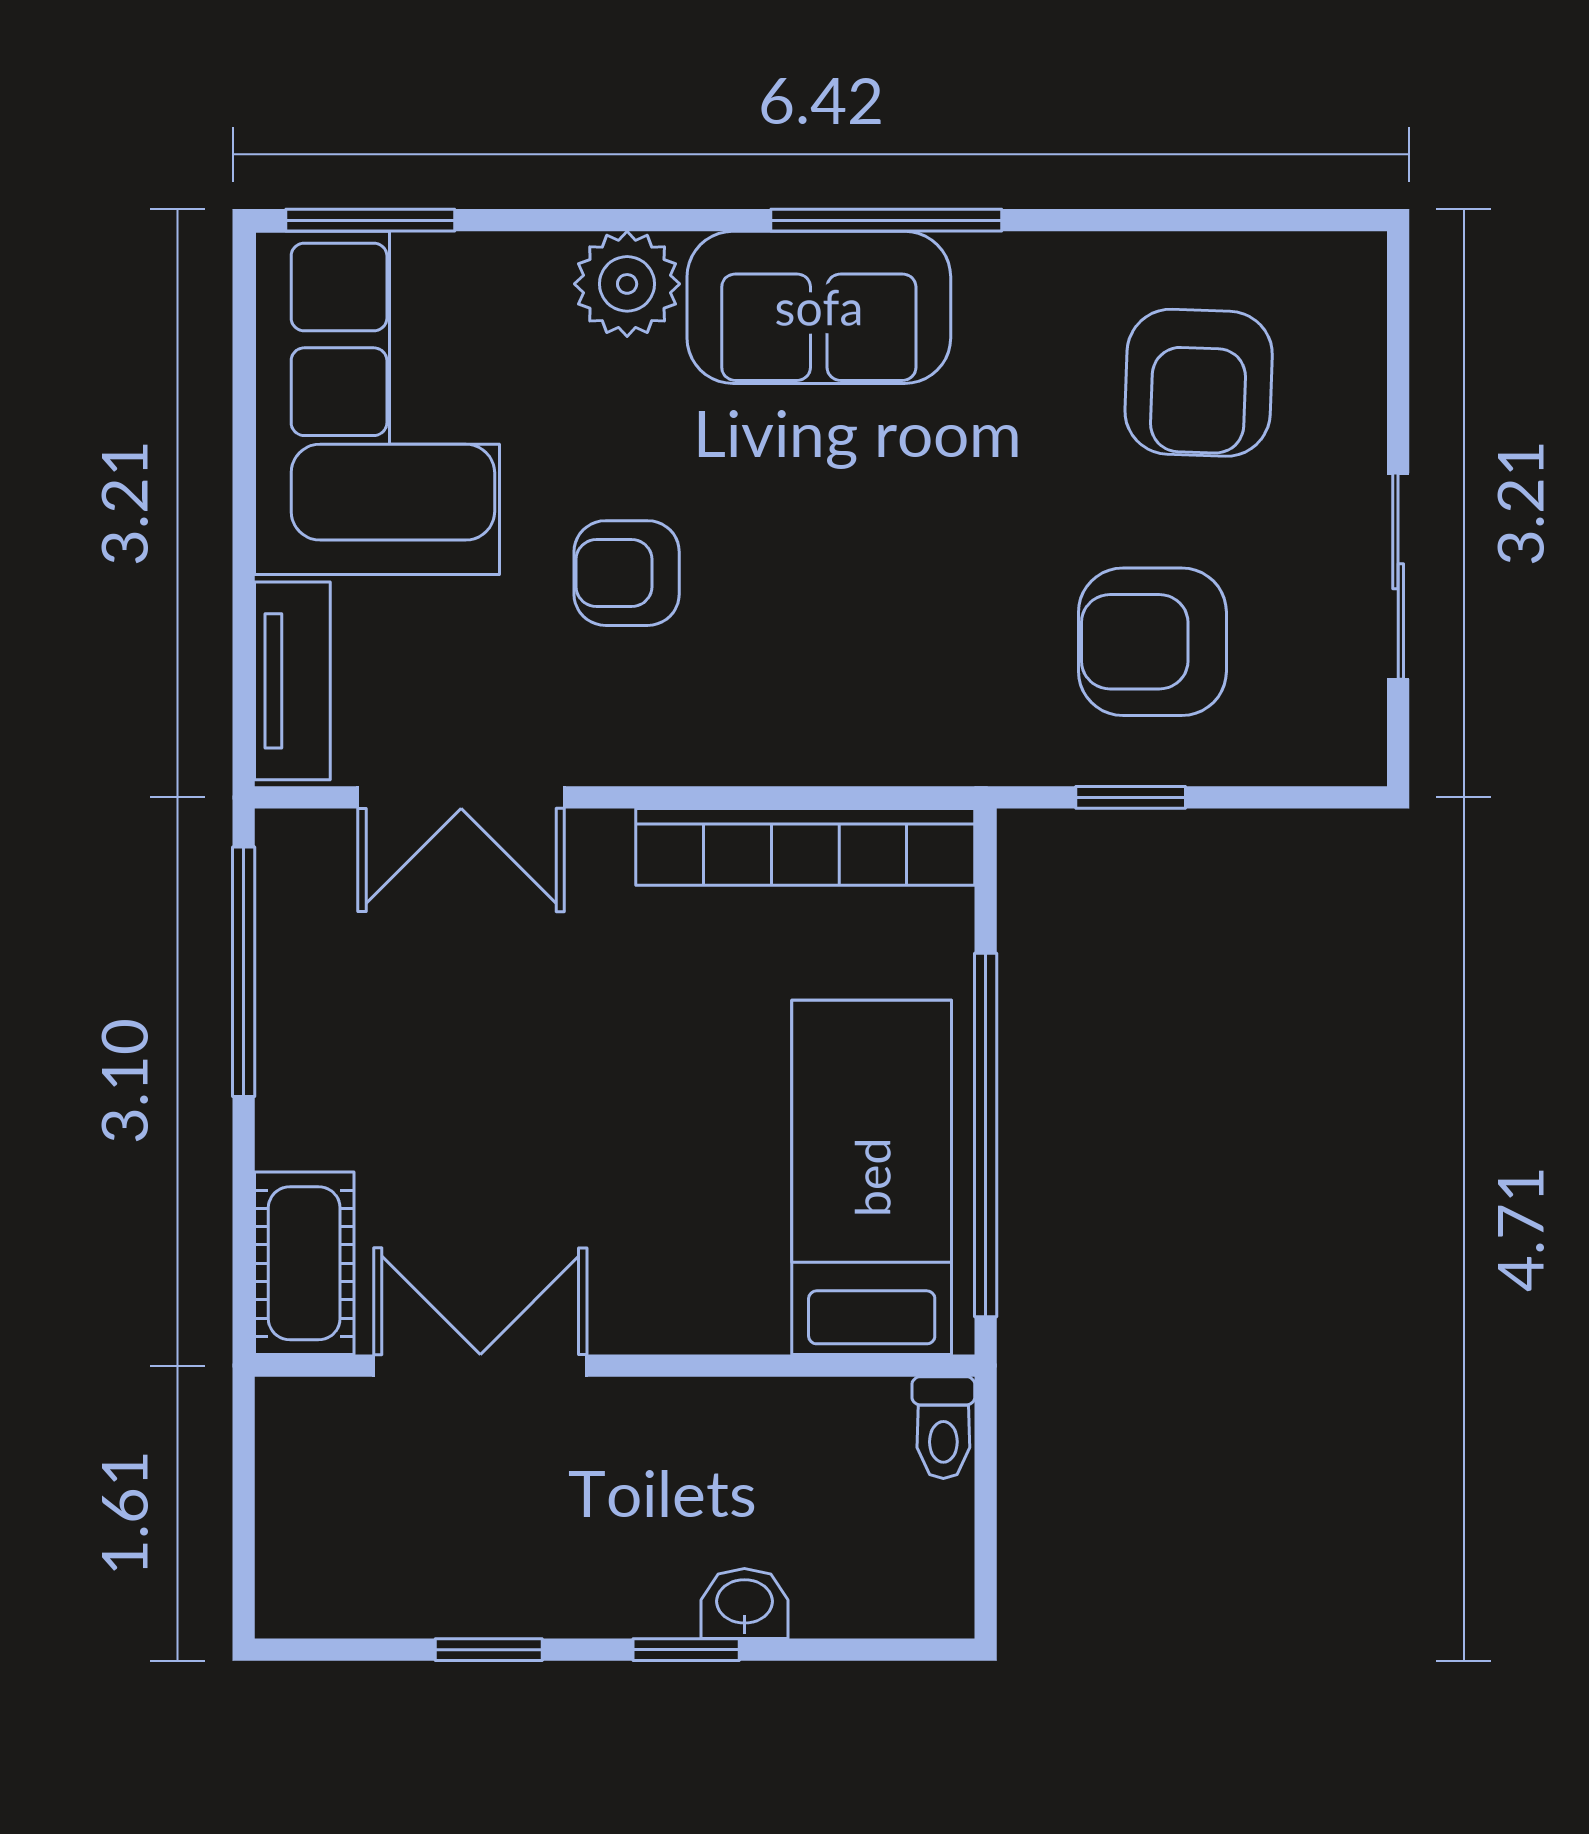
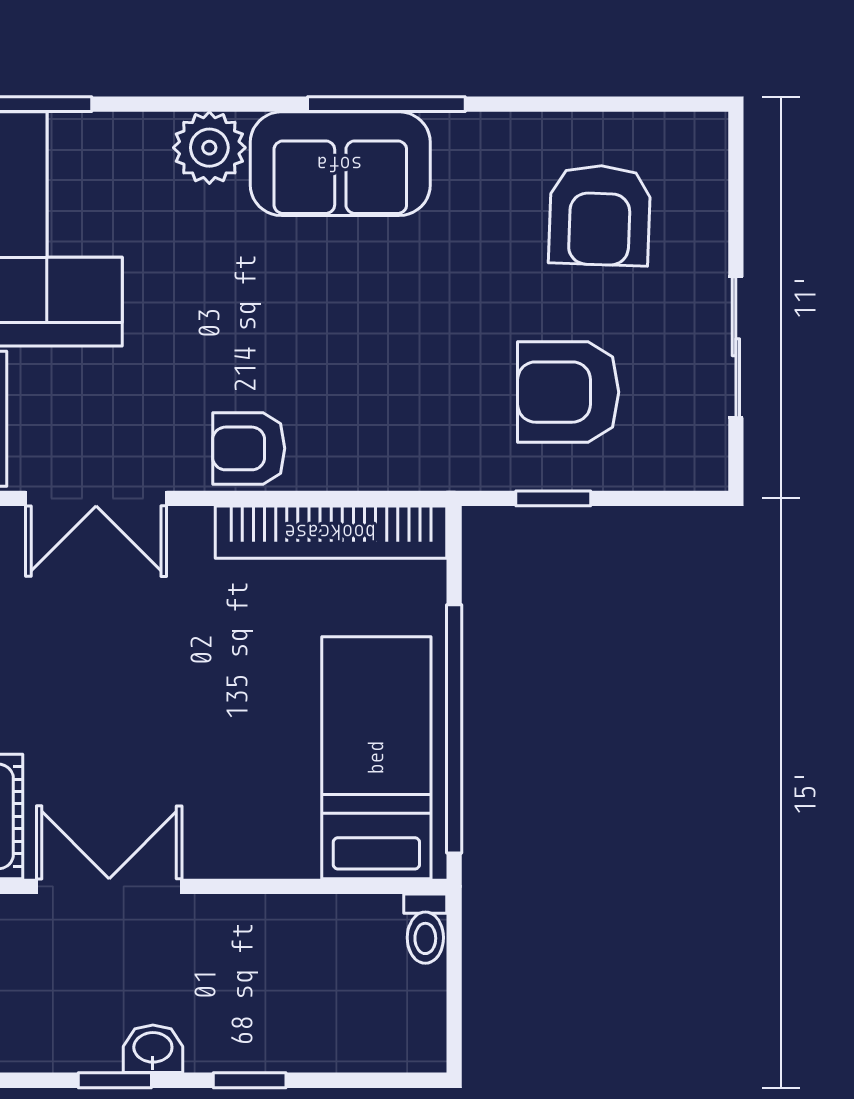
armchair: (627, 573) -> (249, 448), moved
washbasin: (744, 1603) -> (153, 1049), moved

